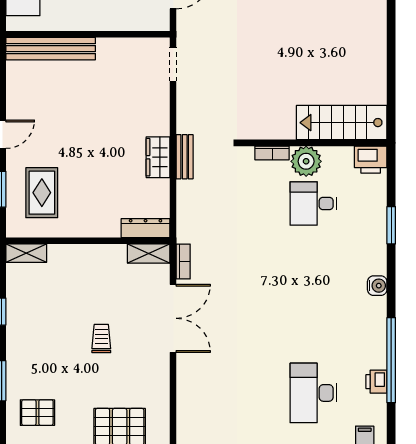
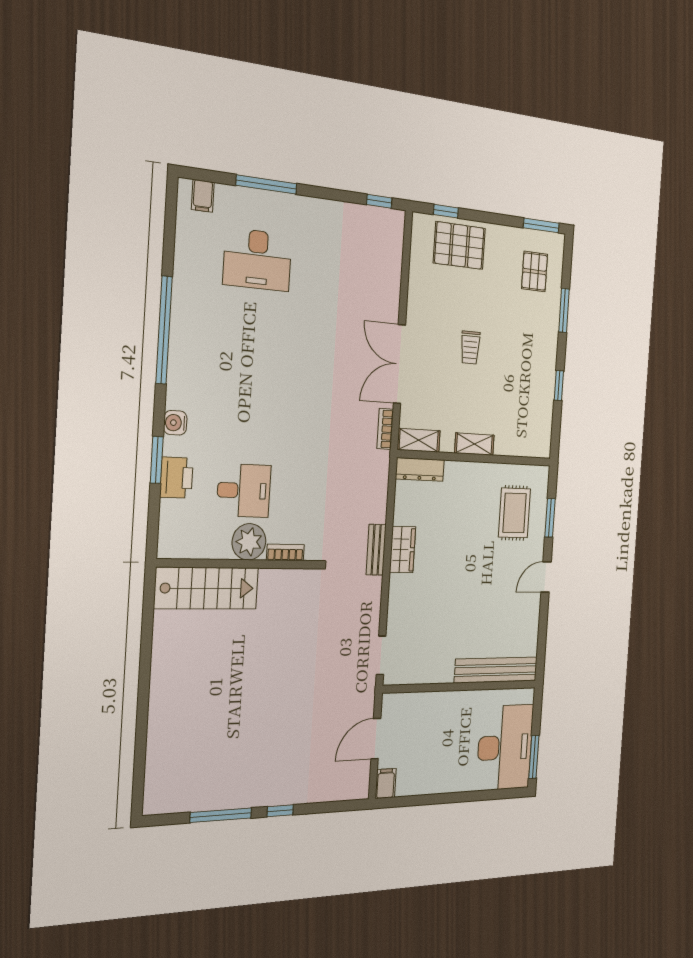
printer: (371, 160) -> (176, 478), moved, turned 90
shelving: (26, 253) -> (474, 444), moved
water cooler: (377, 286) -> (175, 423), moved
window: (391, 360) -> (164, 330), moved
printer: (376, 382) -> (185, 265), removed
desk: (313, 393) -> (257, 260), turned 90
pallet: (37, 413) -> (535, 272), turned 90

